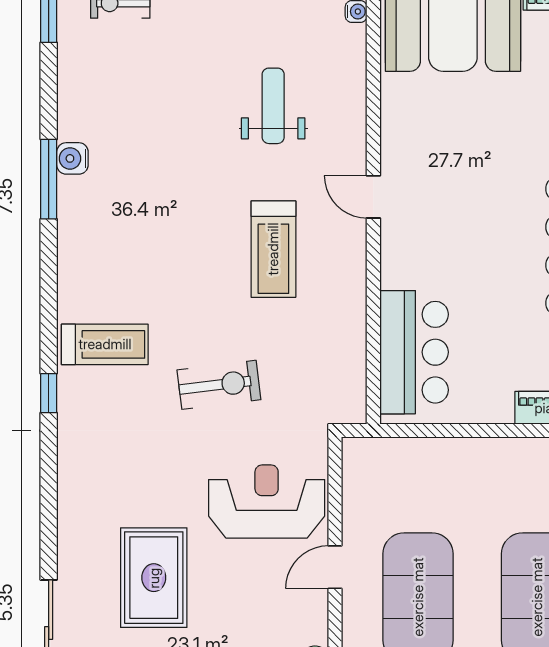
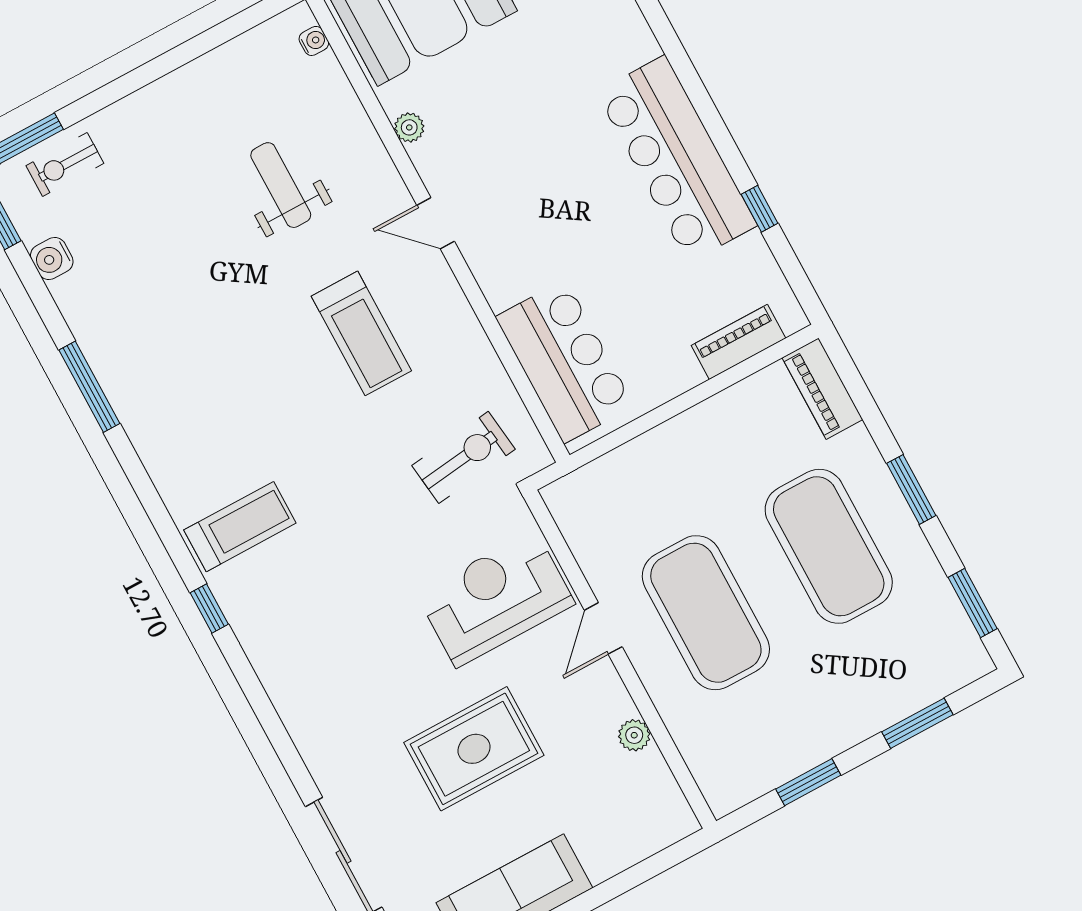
plant: (392, 115) -> (409, 127), added
water cooler: (72, 158) -> (52, 258), moved
exercise bike: (219, 385) -> (464, 457), moved
rug: (154, 578) -> (474, 749), moved, turned 90

